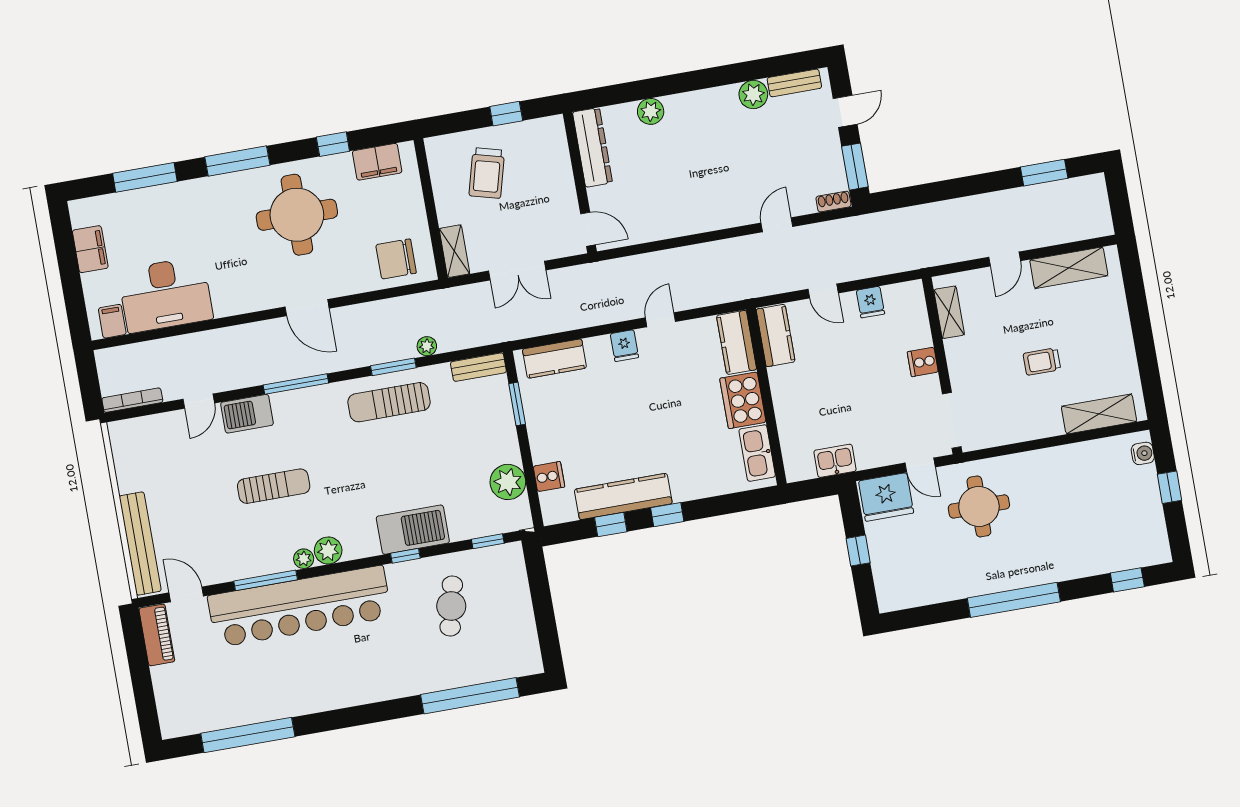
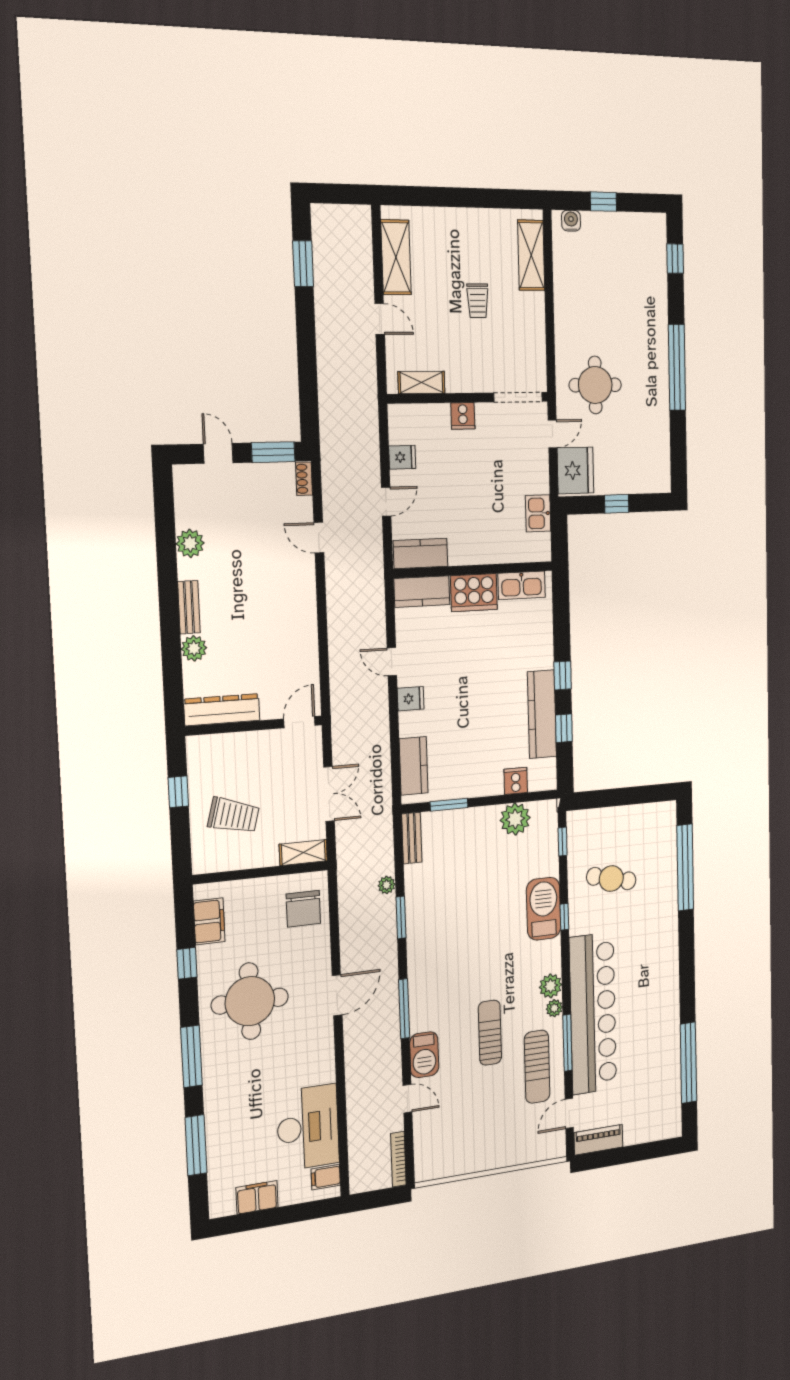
bench: (794, 83) -> (189, 607), moved
sun lounger: (389, 402) -> (537, 1067), moved
bench: (140, 544) -> (522, 1154), removed

